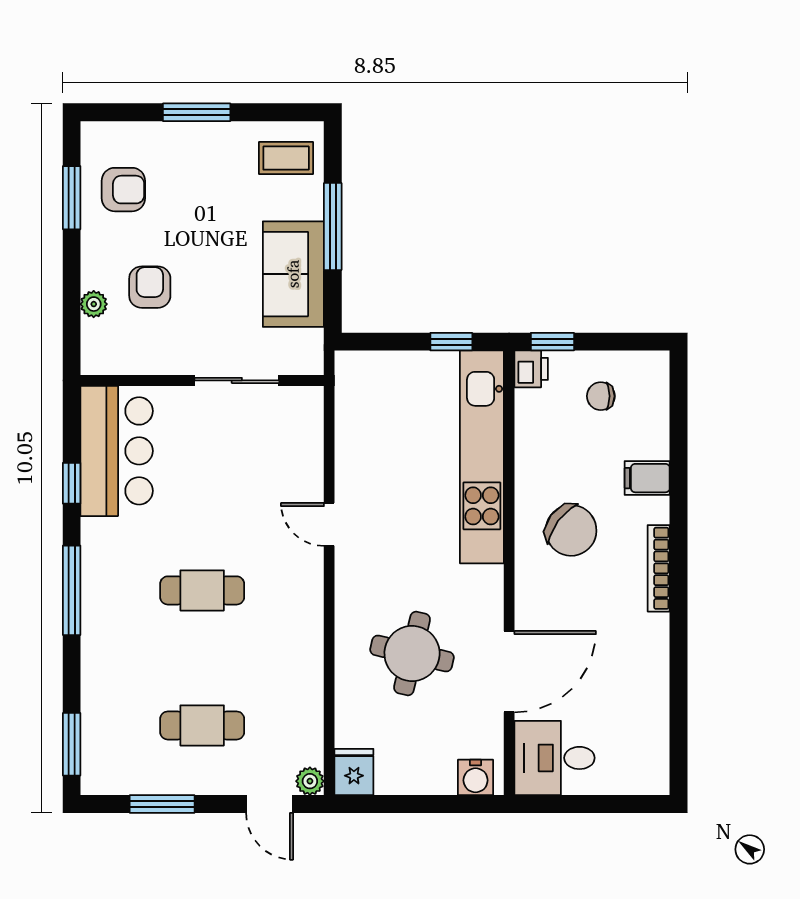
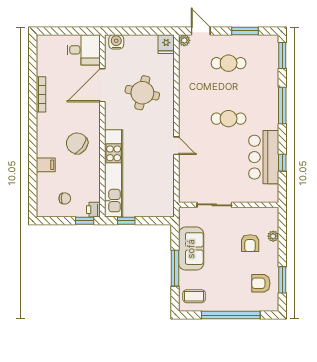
window: (197, 112) -> (231, 315), width x2.11
bar counter: (117, 451) -> (264, 157), moved
bookcase: (659, 568) -> (41, 94), moved
window: (72, 590) -> (282, 105), moved

